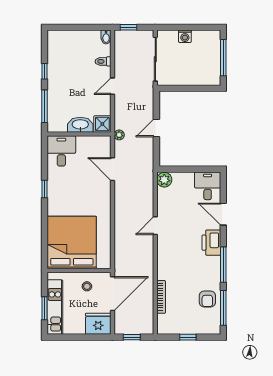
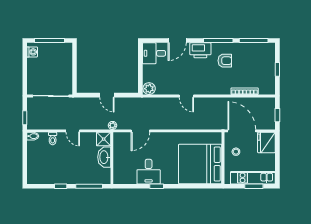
washing machine: (185, 36) -> (32, 52), moved
desk: (61, 151) -> (149, 172), moved, turned -90
armchair: (207, 299) -> (225, 61), moved

